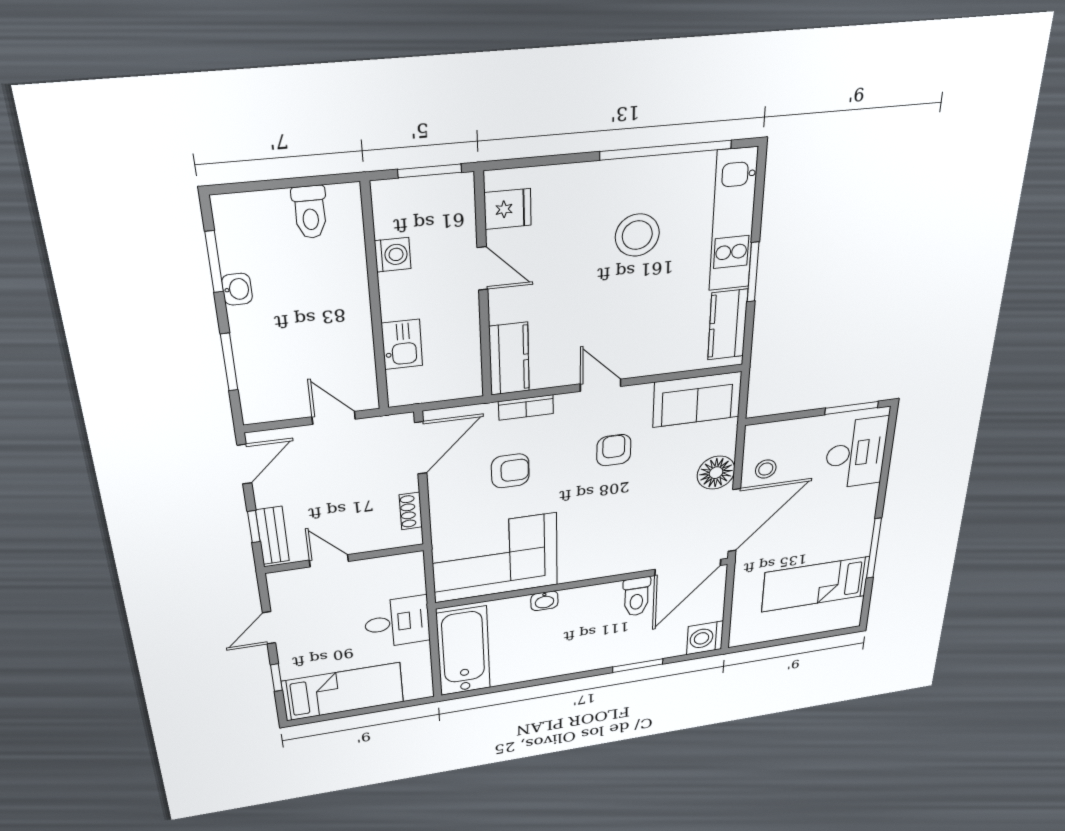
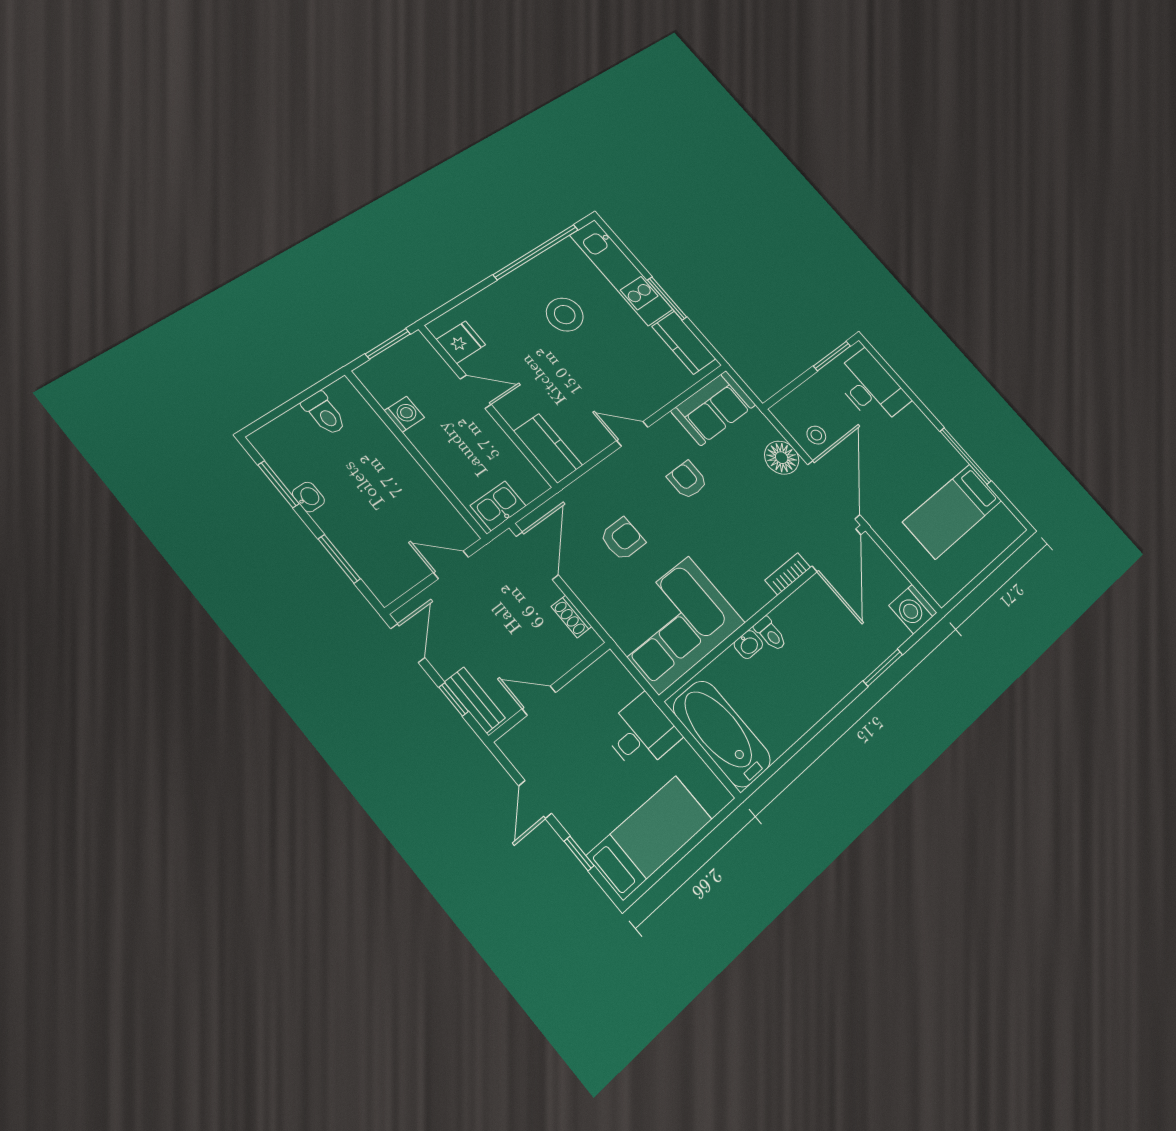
kitchen sink: (402, 344) -> (498, 506), moved, turned -90
bookcase: (526, 407) -> (788, 574), moved, turned 180
toilet: (637, 597) -> (770, 634), moved, width x0.73, depth x0.72

